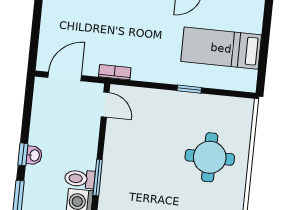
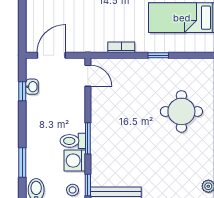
bookcase: (115, 72) -> (121, 47), moved
window: (23, 154) -> (22, 91), moved
washbasin: (34, 155) -> (32, 87), moved

